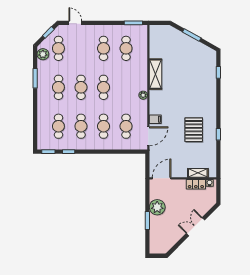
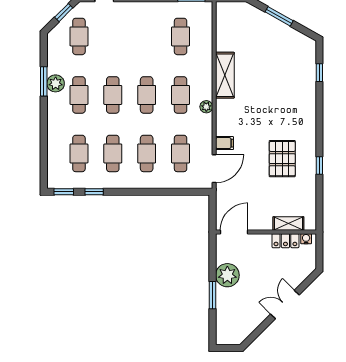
cafe table: (104, 48) -> (181, 95), moved
plant: (43, 54) -> (56, 83), moved

